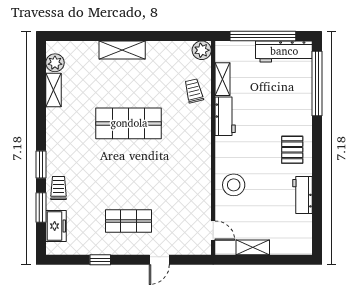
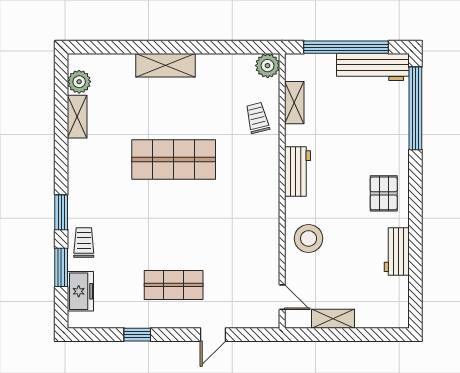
workbench: (225, 116) -> (297, 172), moved

